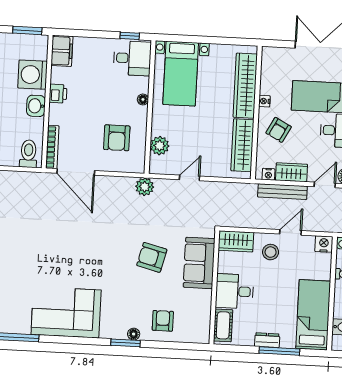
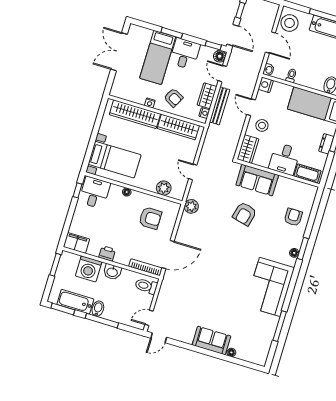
armchair: (163, 321) -> (293, 217), turned 90
floor lamp: (134, 334) -> (294, 253), moved

